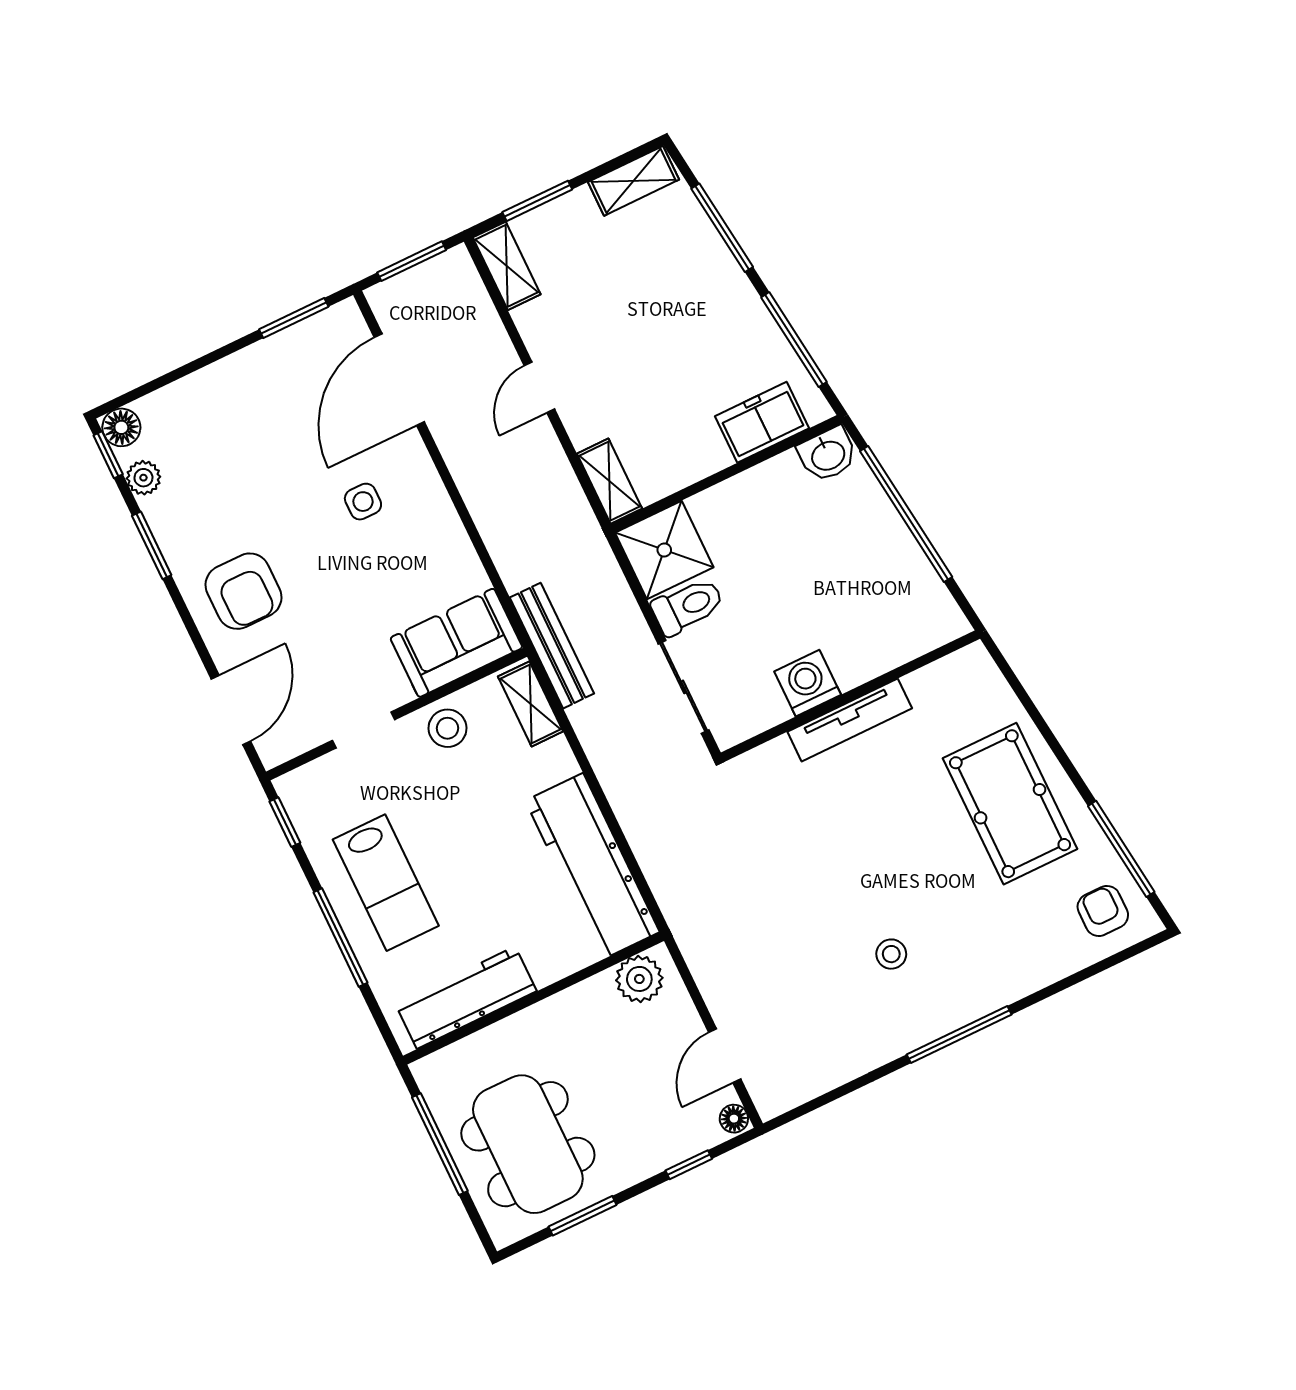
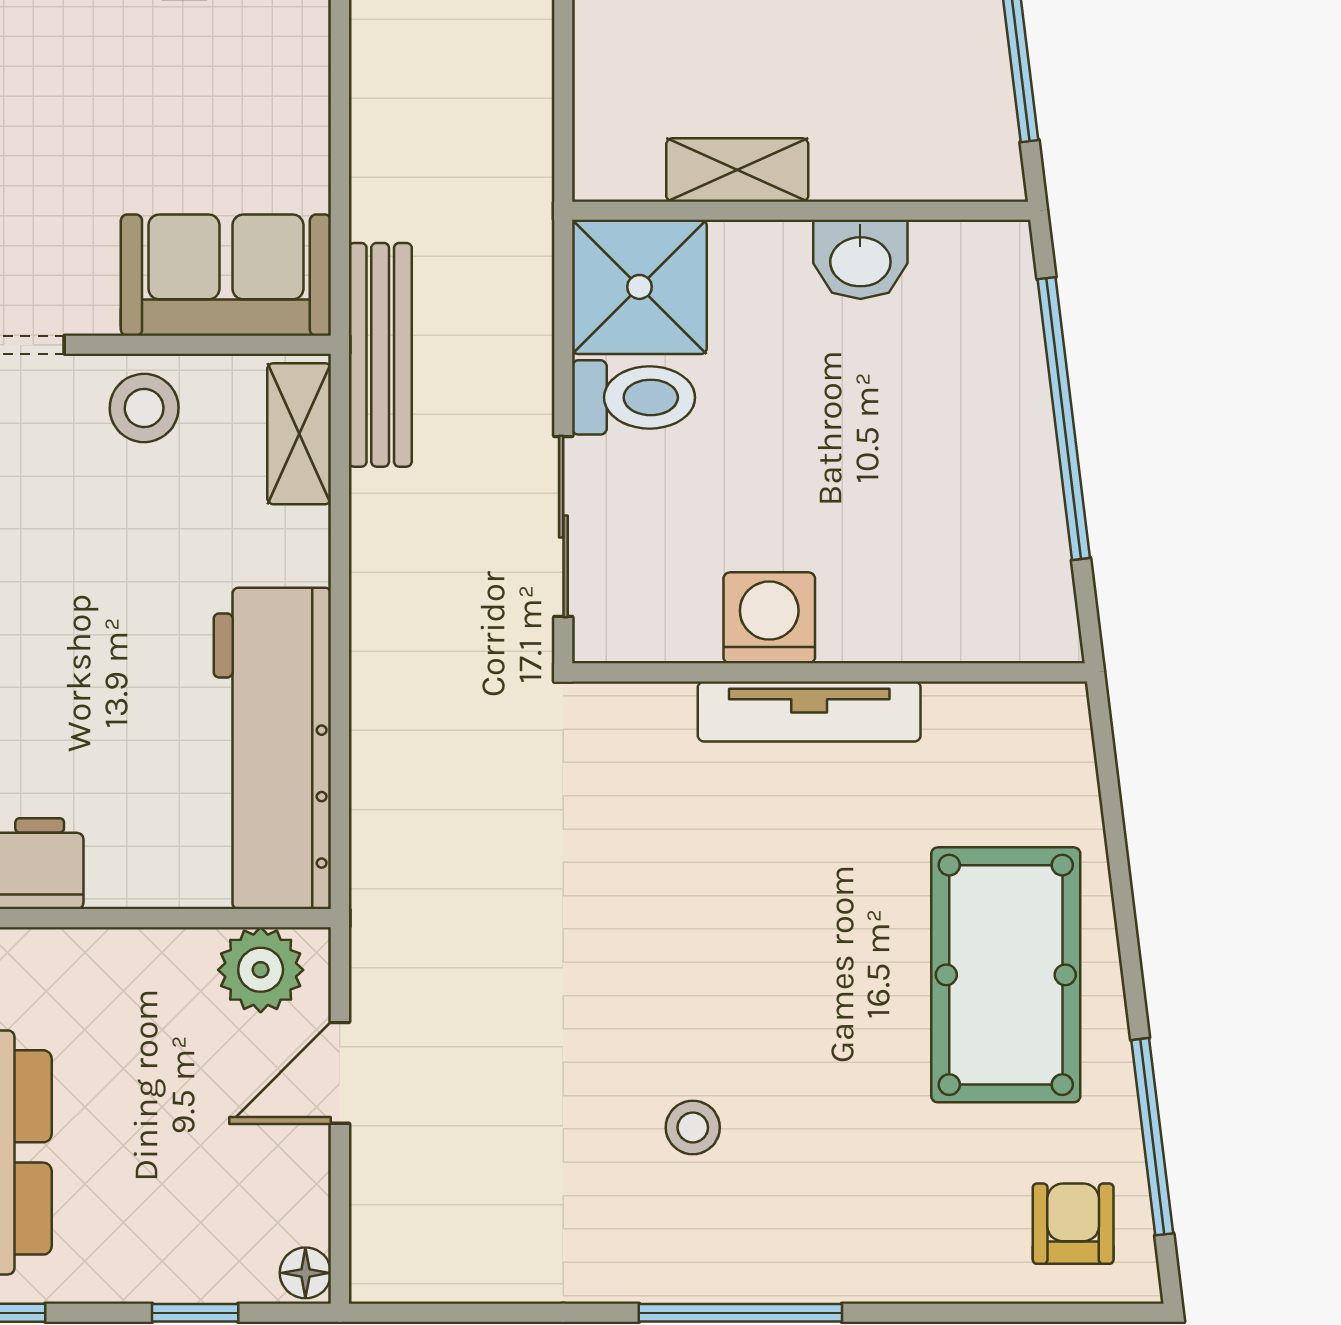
freezer: (762, 422) -> (900, 155), removed
washbasin: (828, 455) -> (860, 259), moved
shelving: (609, 481) -> (737, 170), moved, turned 90
door: (725, 1056) -> (340, 1073), moved

